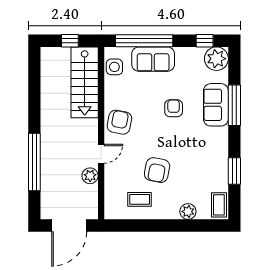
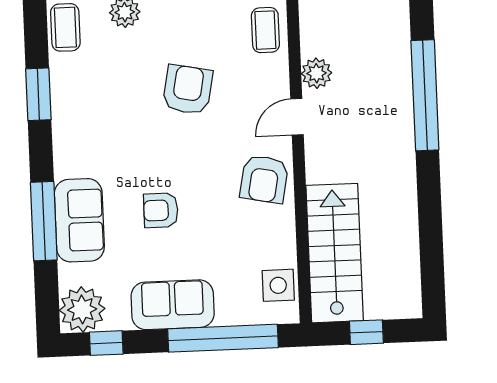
sofa: (153, 59) -> (173, 305), moved
armchair: (174, 108) -> (161, 210), turned 90
coffee table: (140, 199) -> (265, 30), moved, turned 90

